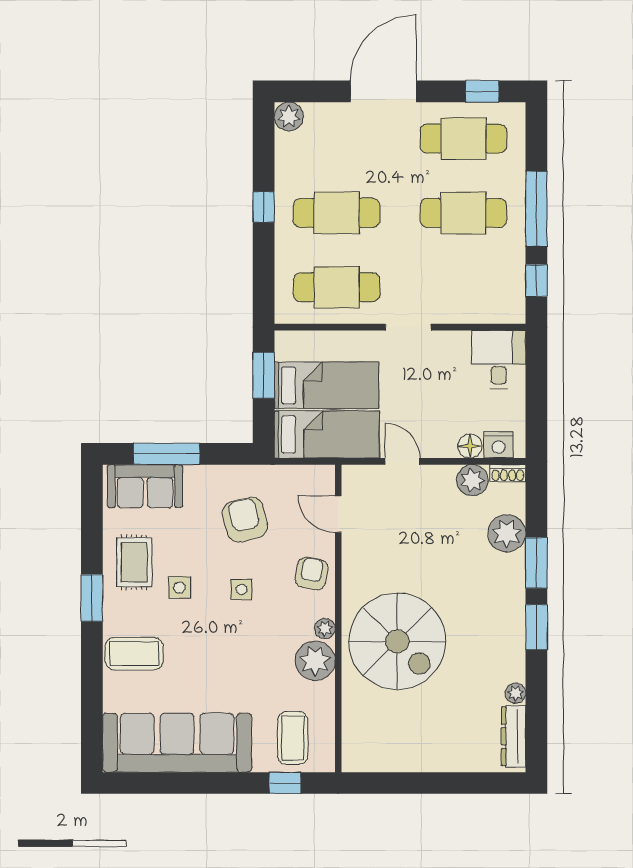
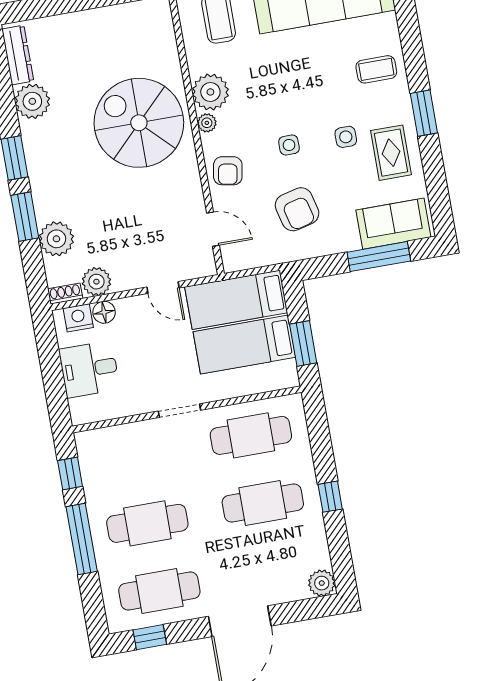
desk: (499, 359) -> (89, 369), moved, turned 90
coffee table: (134, 654) -> (376, 69), width x0.73, depth x0.77
plant: (516, 693) -> (32, 101), width x1.87, depth x1.87

